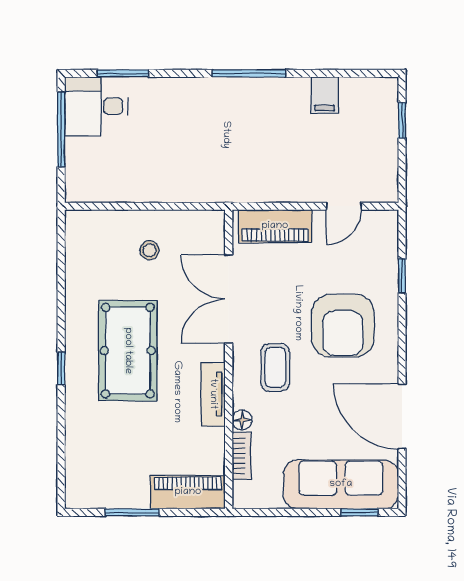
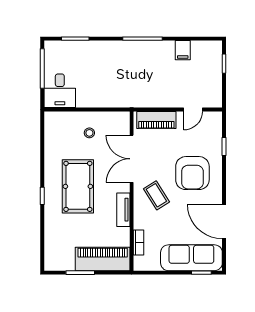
desk: (96, 106) -> (60, 91), moved, turned -90
coffee table: (275, 367) -> (156, 195), turned -32
floor lamp: (242, 420) -> (139, 223), removed
piano: (188, 492) -> (103, 259), width x1.37, depth x1.33

